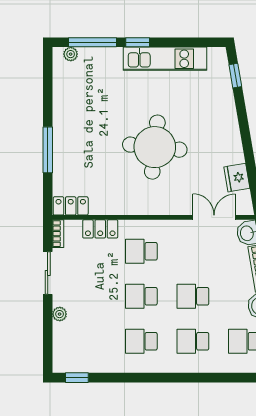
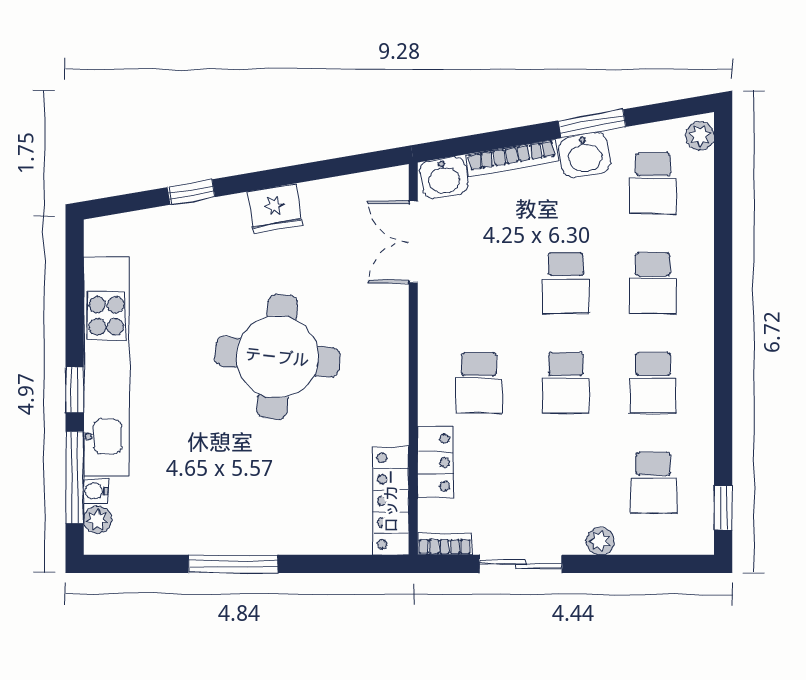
water cooler: (85, 53) -> (96, 491), added
kitchen unit: (165, 59) -> (106, 366), width x1.36
window: (235, 76) -> (191, 192), moved
window: (48, 150) -> (233, 564), moved
fridge: (237, 178) -> (275, 209), moved
locker: (71, 206) -> (391, 501), width x1.53
school desk: (90, 341) -> (653, 483), added

